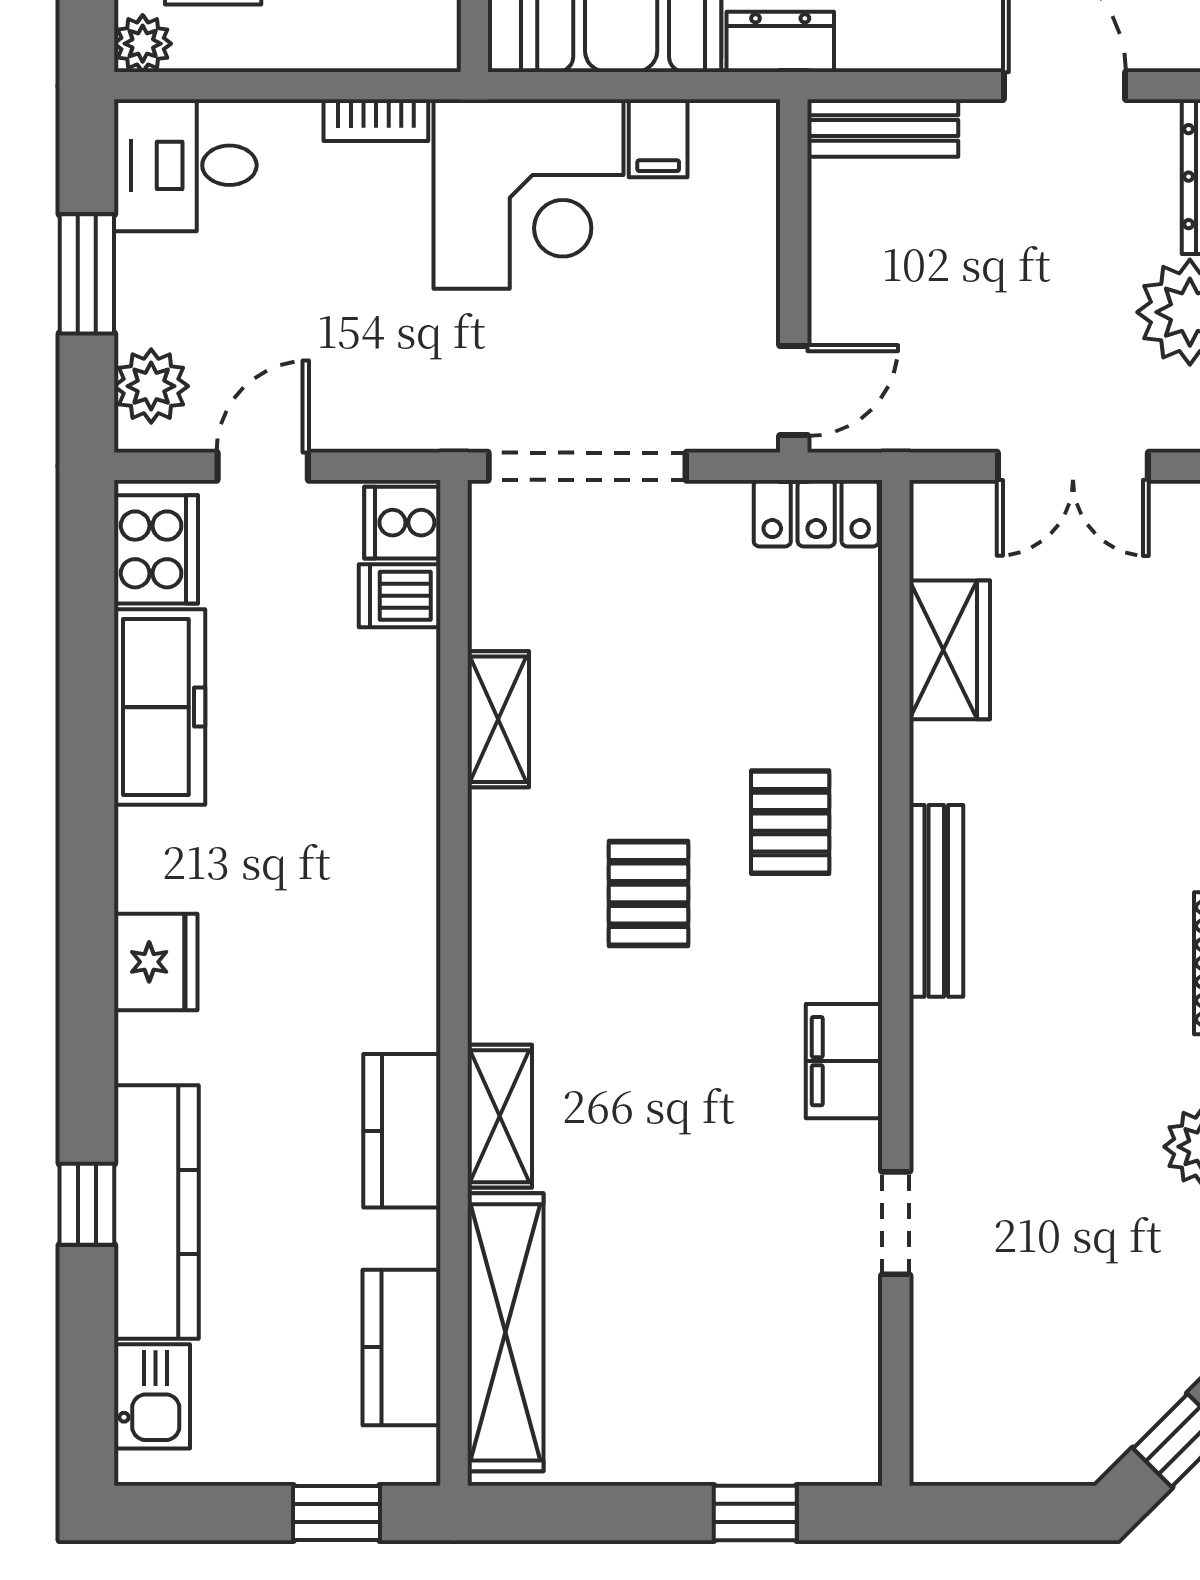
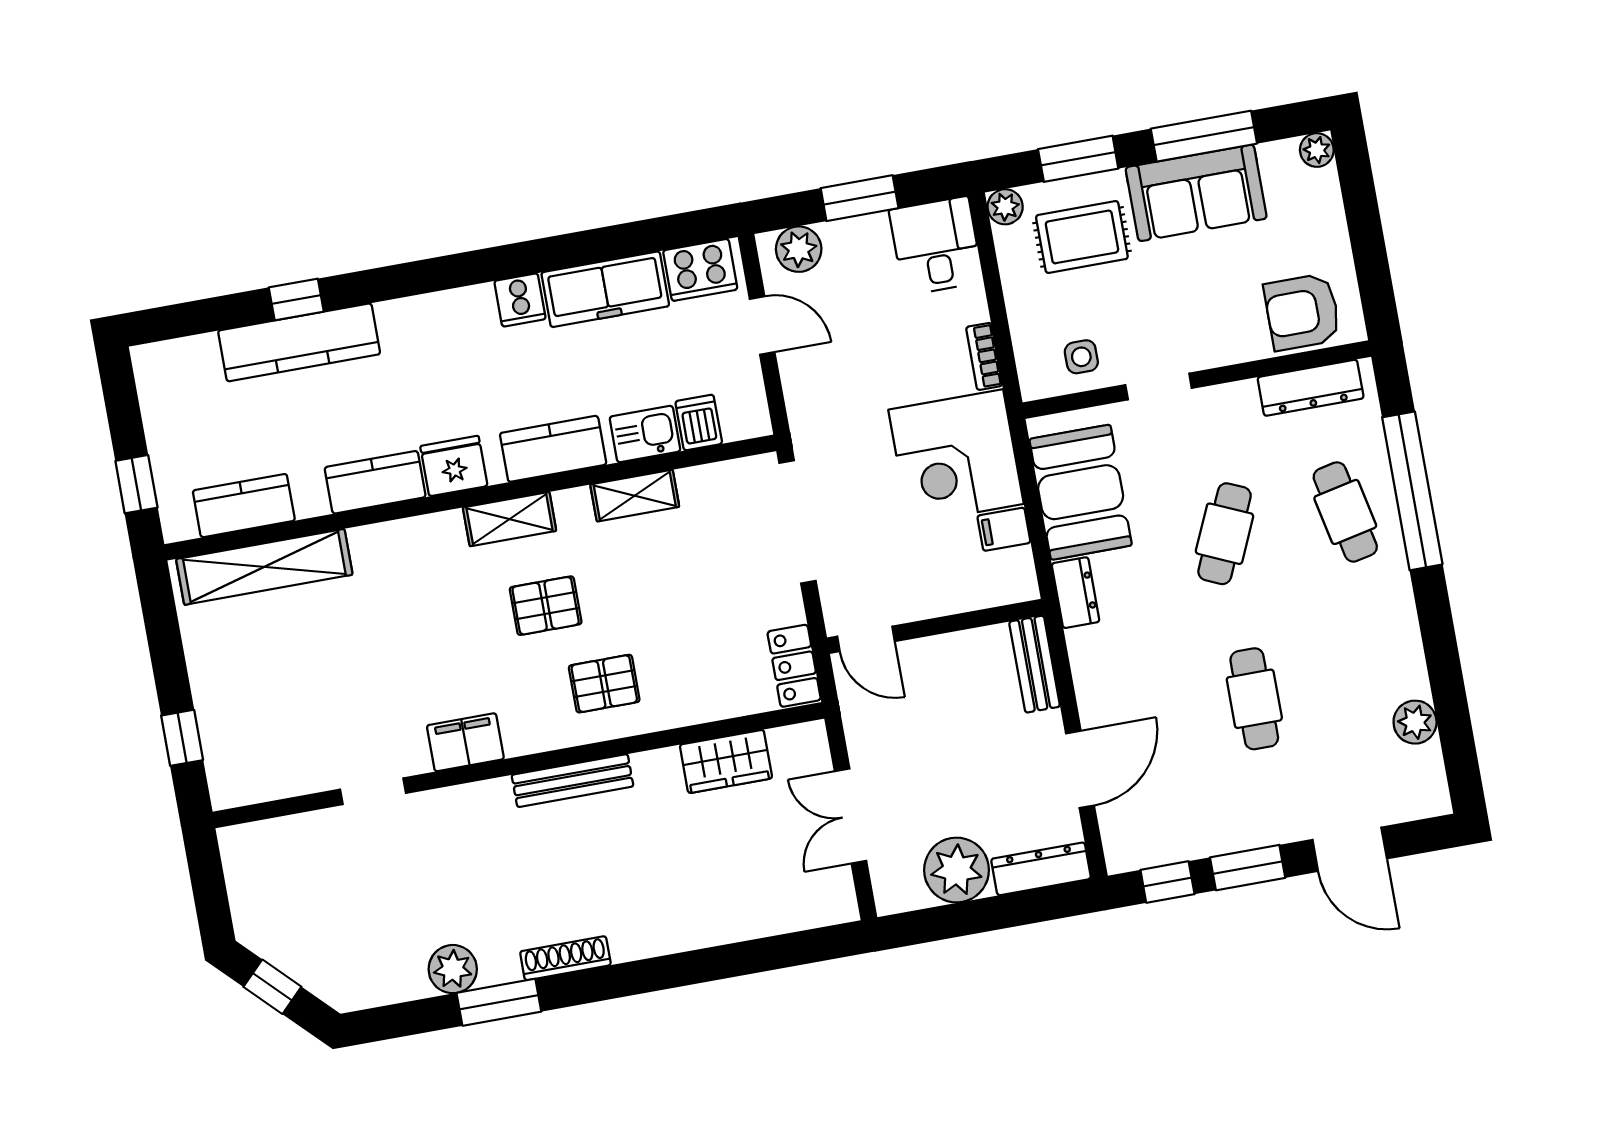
cooker: (402, 523) -> (520, 300), moved, turned 180
kitchen counter: (400, 836) -> (553, 449), added
fridge: (156, 962) -> (454, 466), moved, turned 180
shelving: (500, 1116) -> (510, 519), moved
kitchen sink: (152, 1396) -> (645, 434), moved, turned 180

